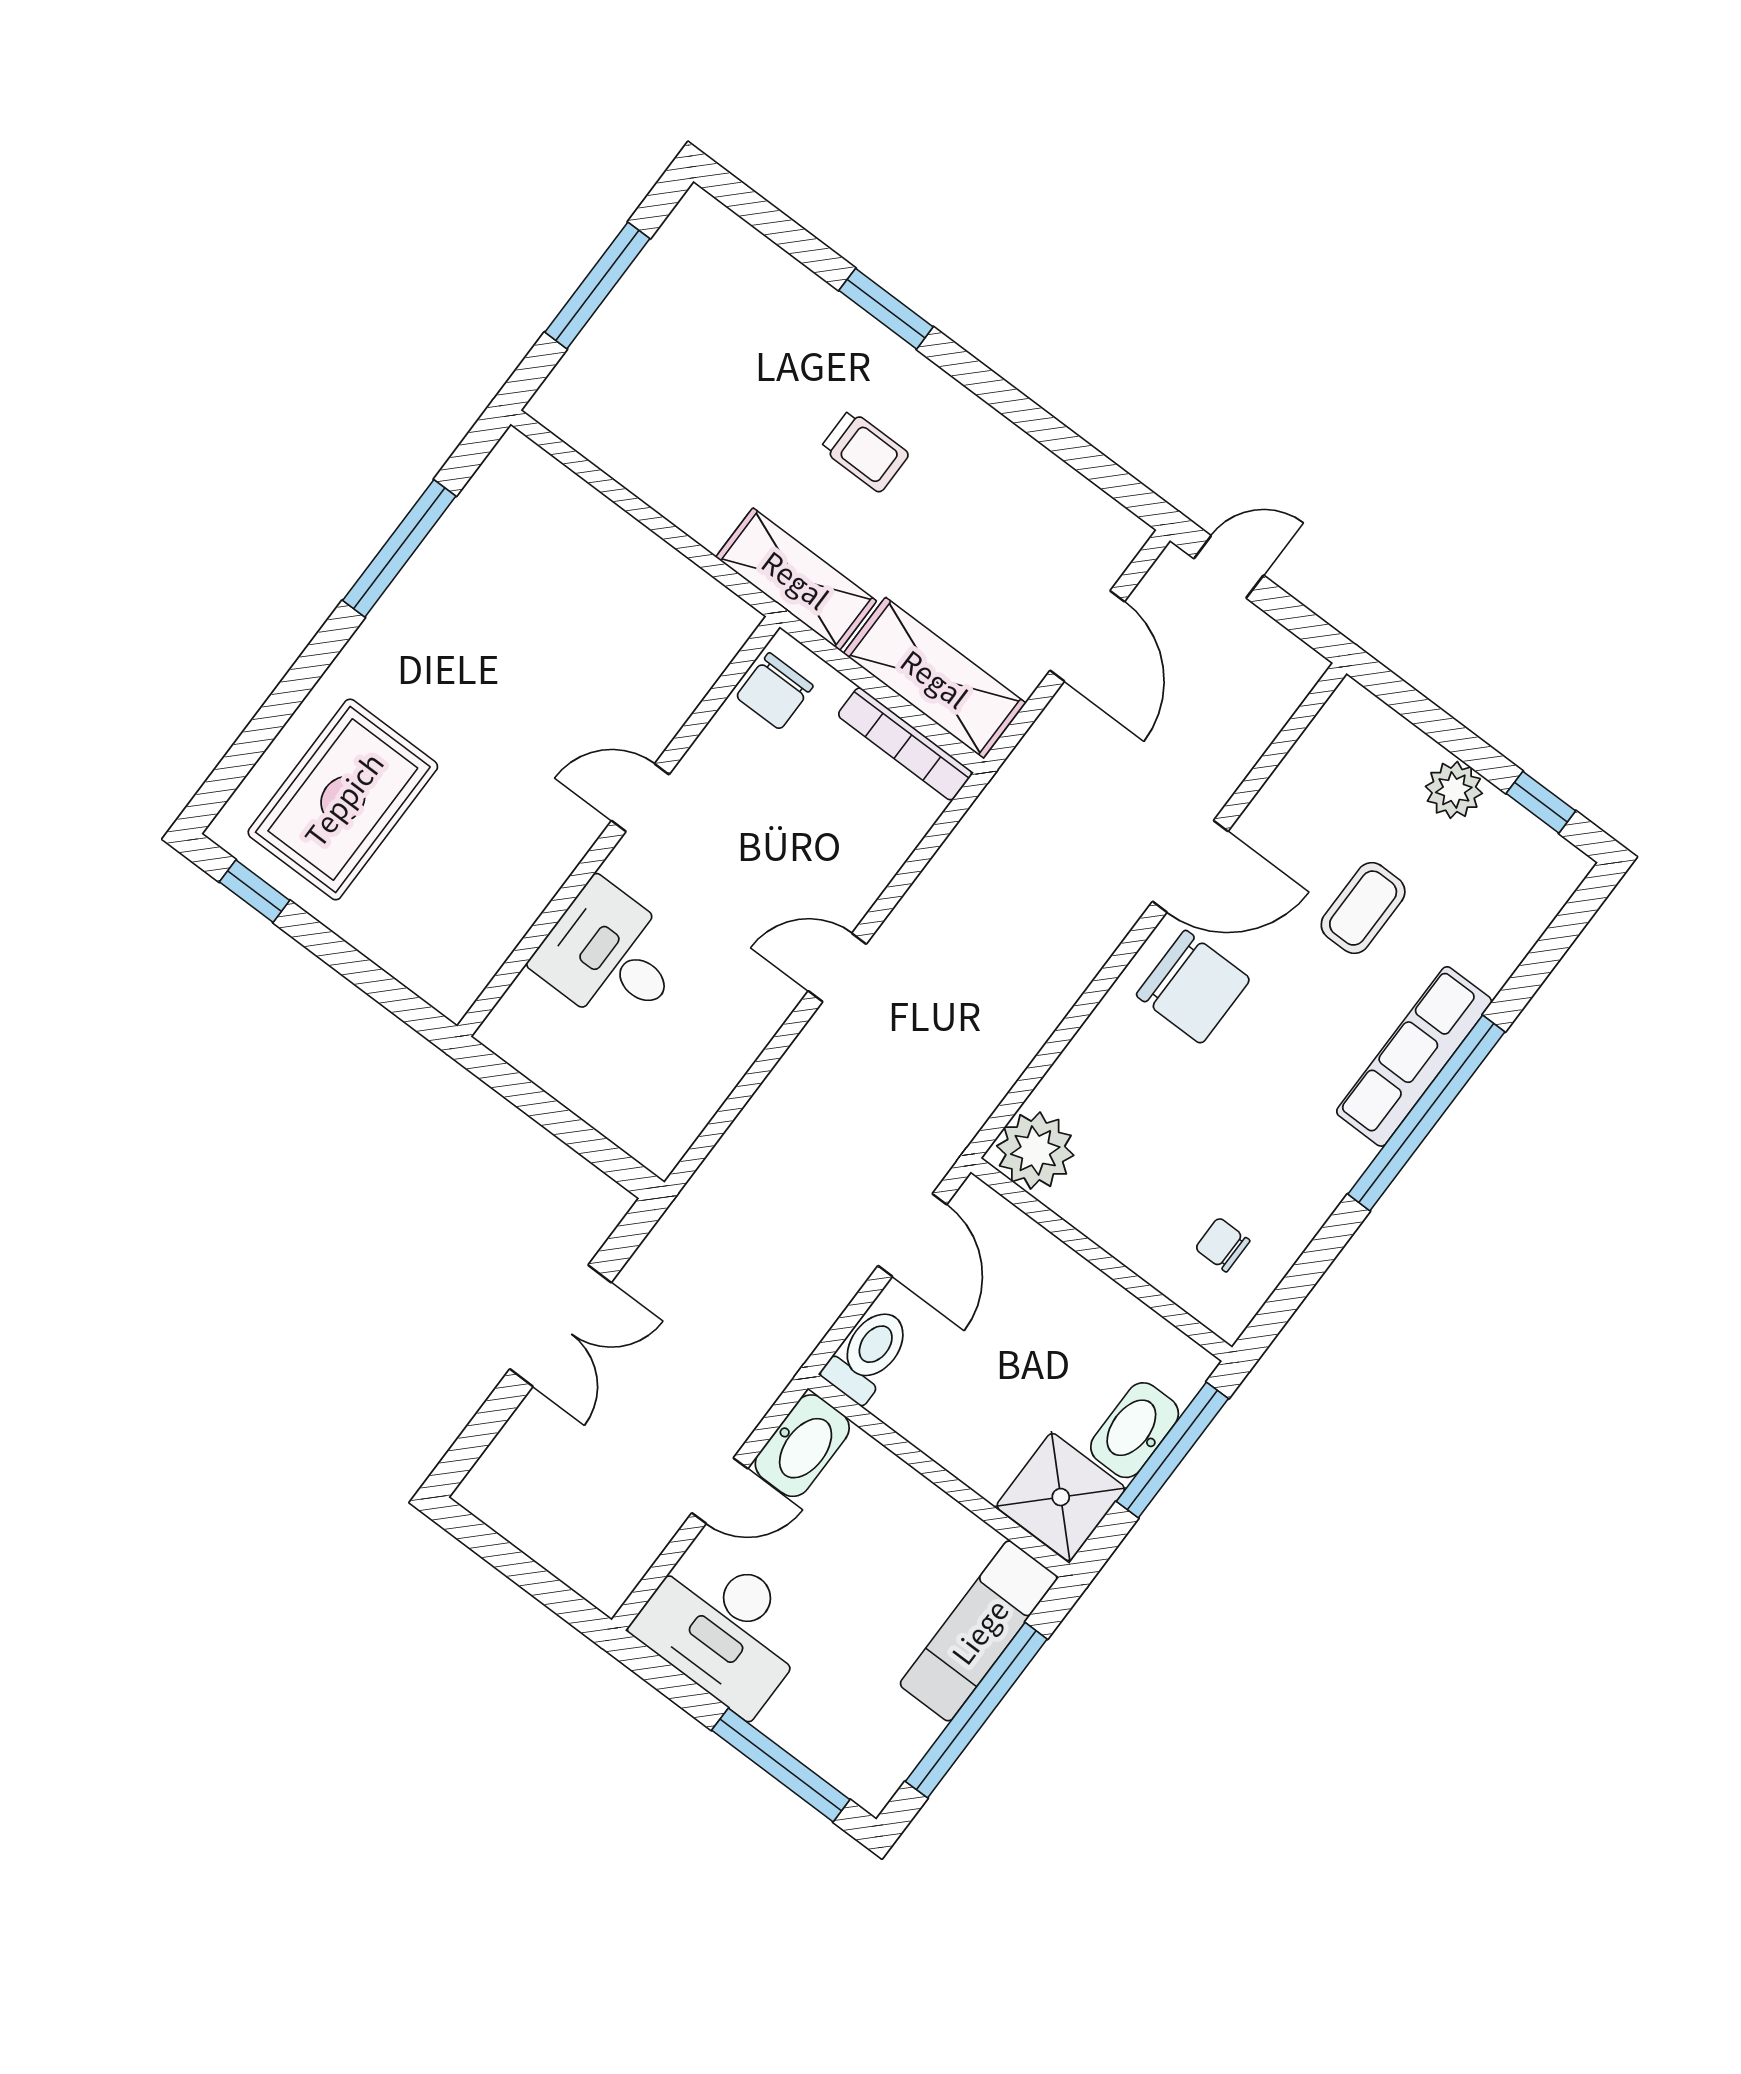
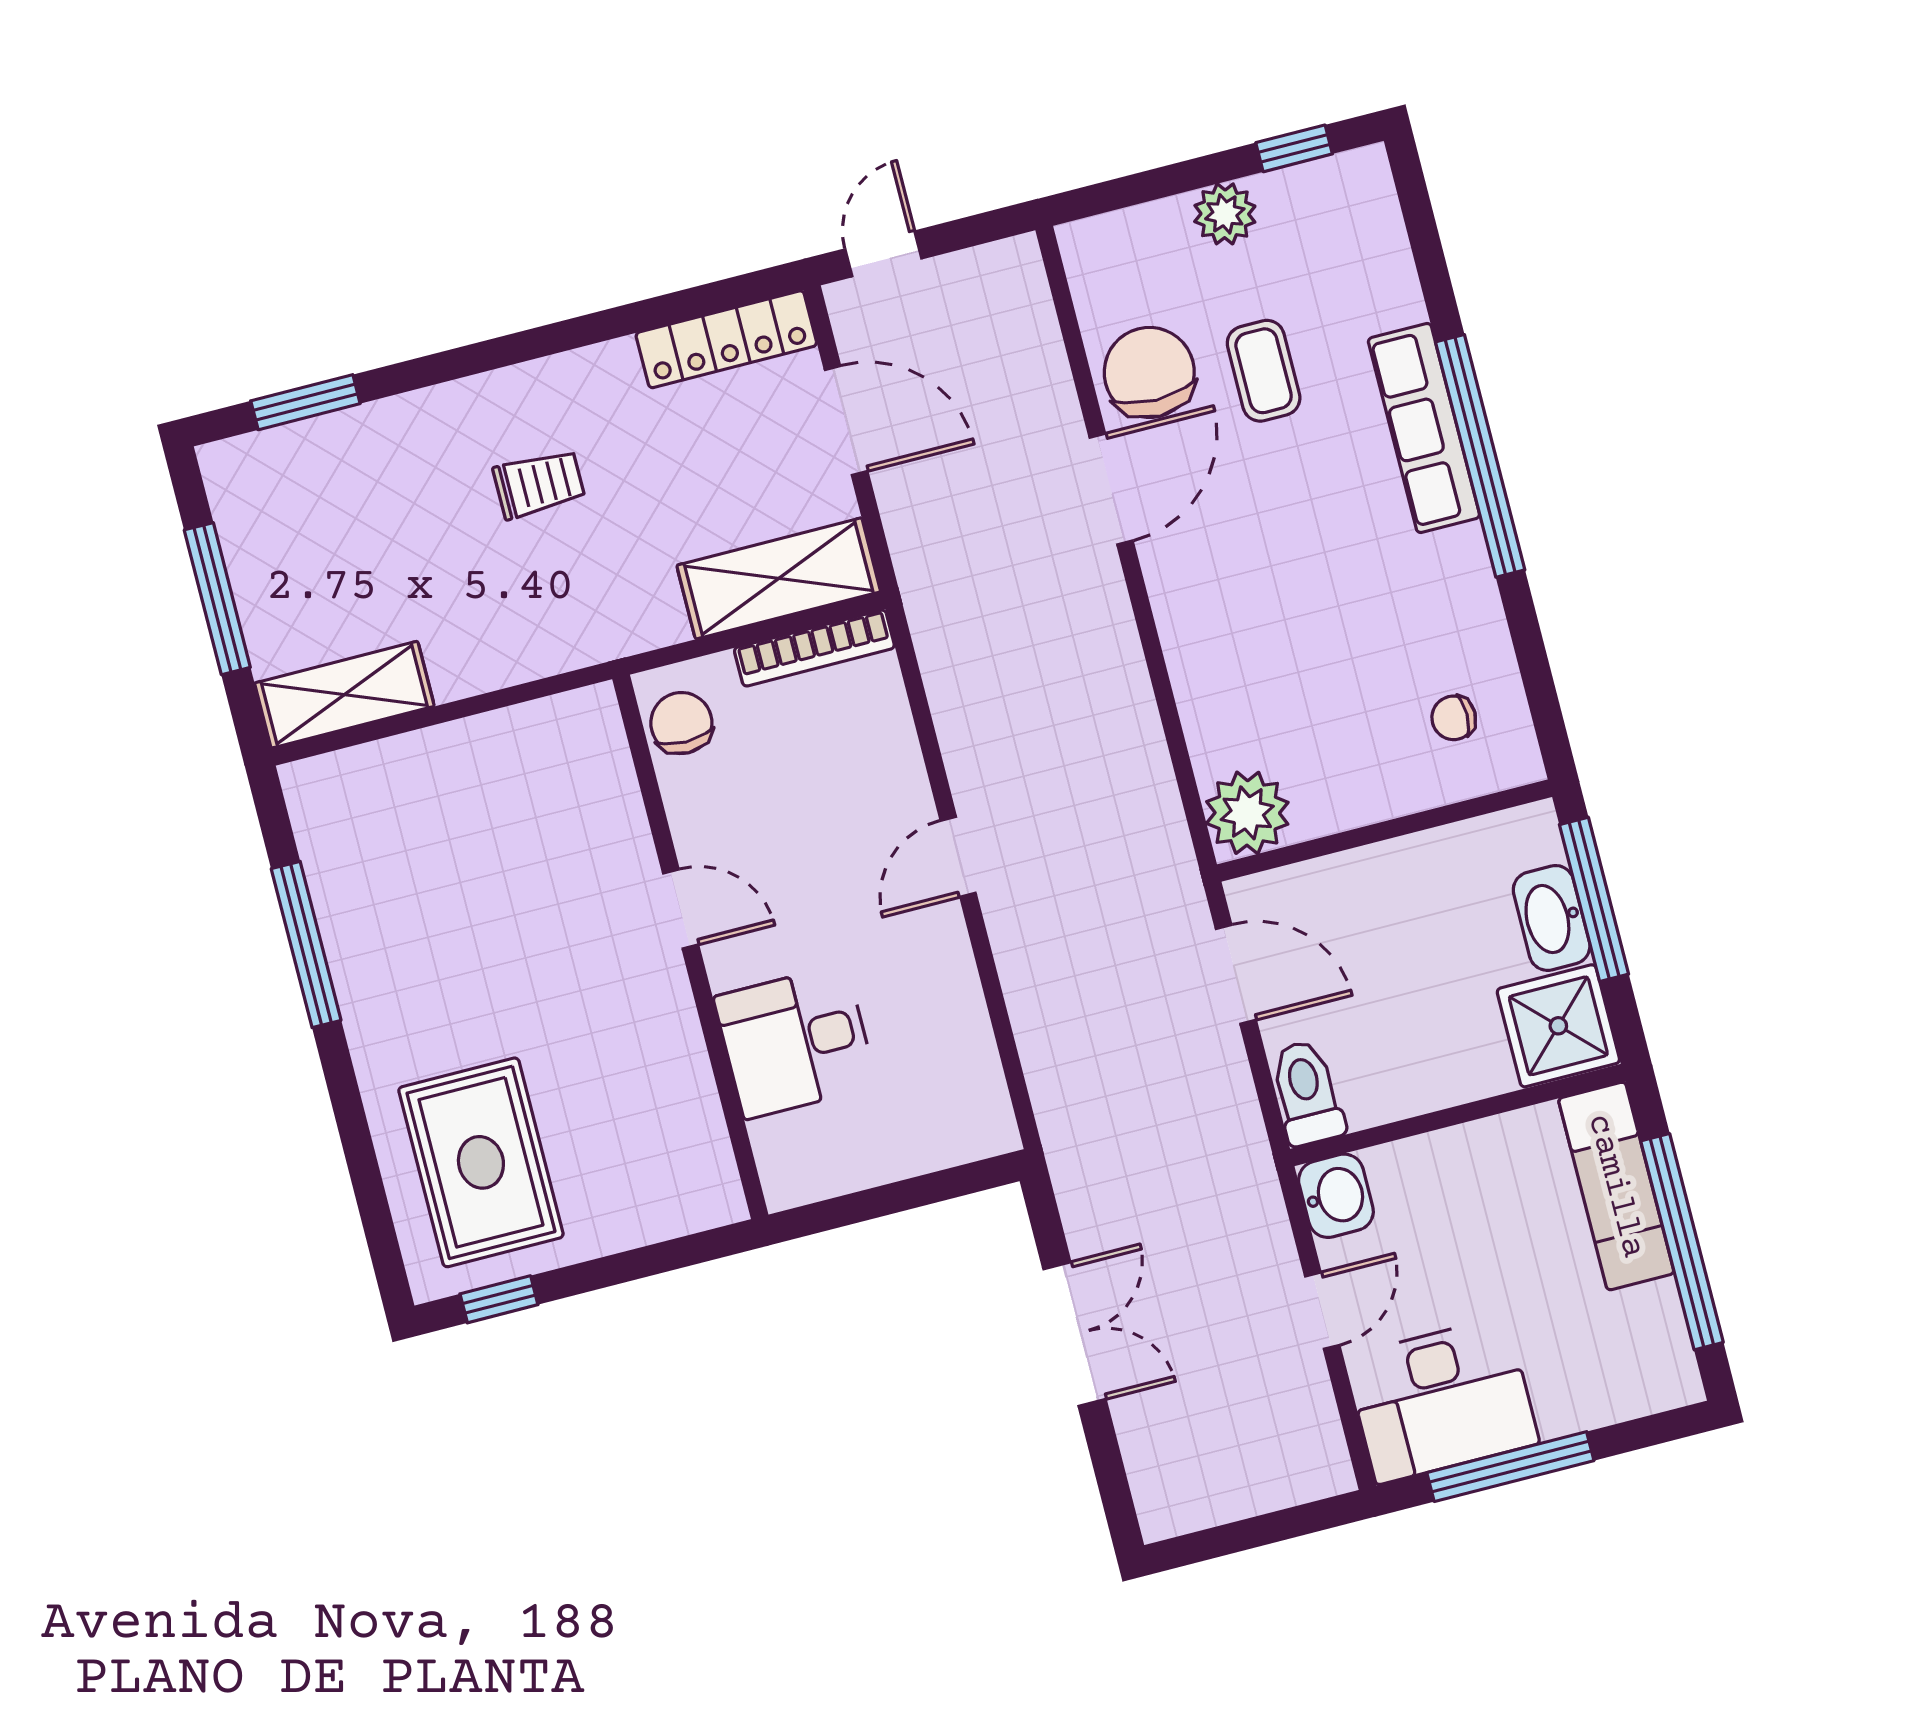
window: (886, 309) -> (305, 402), moved
locker: (1077, 503) -> (726, 339), added
shelving: (796, 579) -> (344, 695), moved
chair: (775, 691) -> (681, 723), turned 180
door: (640, 798) -> (681, 909), swing flipped
chair: (1193, 987) -> (1149, 372), moved, turned -90
washbasin: (802, 1446) -> (1336, 1196), width x0.72
window: (781, 1765) -> (1510, 1467), moved

